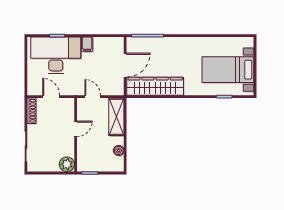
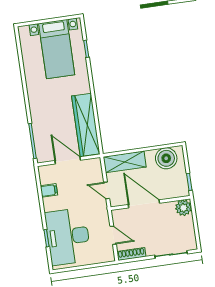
filing cabinet: (87, 44) -> (49, 190), moved
door: (51, 97) -> (113, 235), swing flipped
door: (93, 97) -> (107, 190), hinge flipped
door: (76, 129) -> (144, 204), width x1.87
boiler: (119, 150) -> (166, 158), width x1.86, depth x1.86

